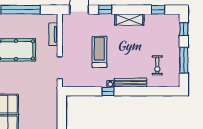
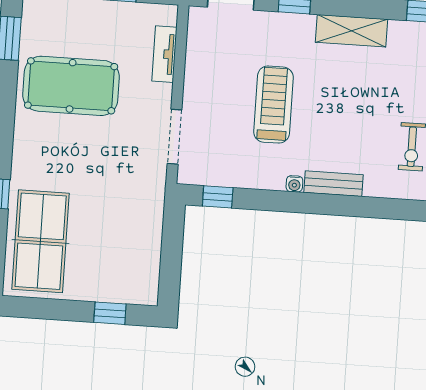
bench: (131, 83) -> (334, 184), width x0.73
window: (108, 91) -> (218, 197), moved

